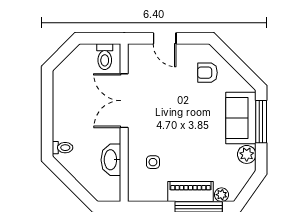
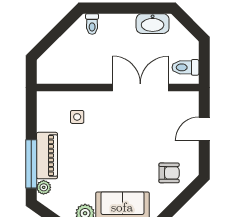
armchair: (207, 73) -> (169, 173), turned 90
washbasin: (111, 160) -> (153, 24), moved, turned 180

